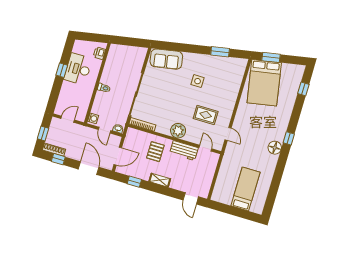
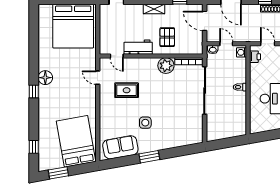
window: (220, 52) -> (149, 157), moved
printer: (99, 53) -> (255, 57), moved
window: (271, 57) -> (58, 173), moved
sofa: (166, 59) -> (120, 147), moved
door: (68, 119) -> (268, 44), swing flipped
plant: (178, 131) -> (166, 66), moved
door: (118, 156) -> (205, 21), hinge flipped
bed: (245, 189) -> (73, 26), width x2.04

